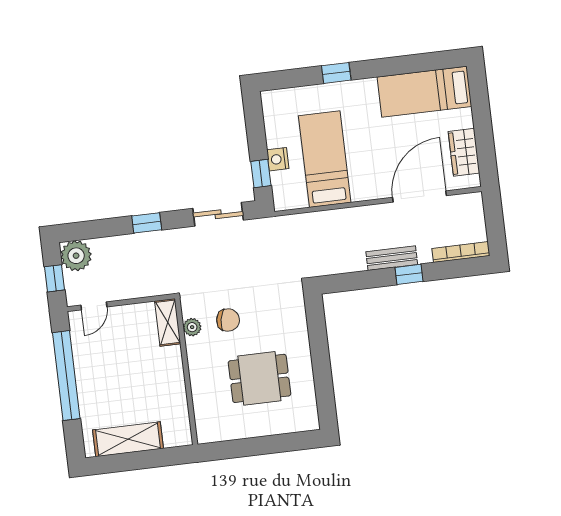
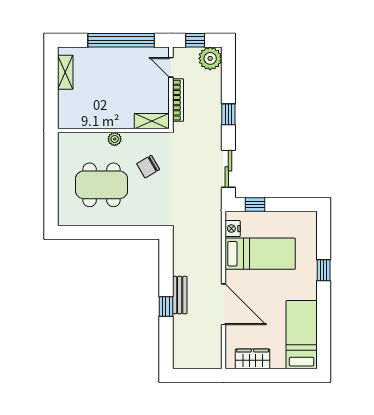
nightstand: (278, 159) -> (233, 229), moved, turned -90
door: (419, 196) -> (223, 304), moved
bookcase: (461, 252) -> (178, 100), moved
chair: (228, 320) -> (148, 167), turned 50
plant: (192, 327) -> (115, 139), moved
dining table: (259, 378) -> (102, 185), width x1.38
shelving: (128, 439) -> (65, 72), width x0.67, depth x0.75

